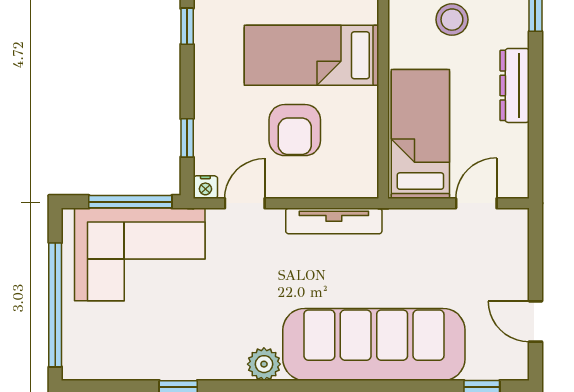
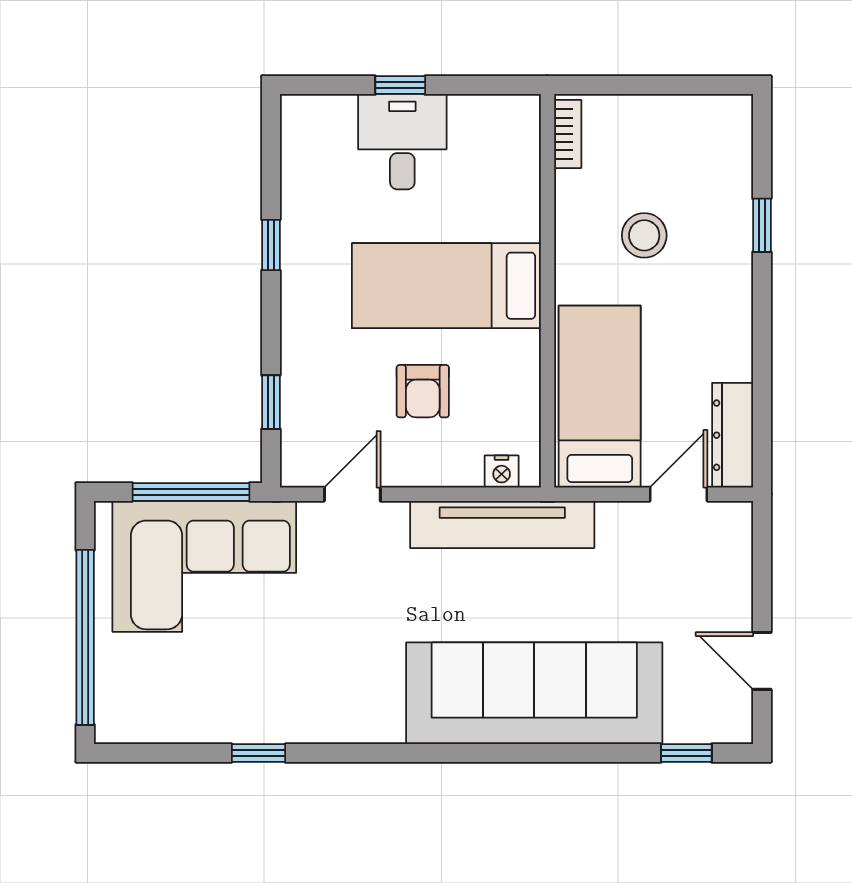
dresser: (515, 85) -> (733, 435), moved
armchair: (295, 130) -> (423, 391), width x0.72, depth x0.72
nightstand: (205, 187) -> (502, 472), moved
tv unit: (334, 221) -> (502, 524), width x1.36, depth x1.29
plant: (264, 364) -> (379, 721), removed

